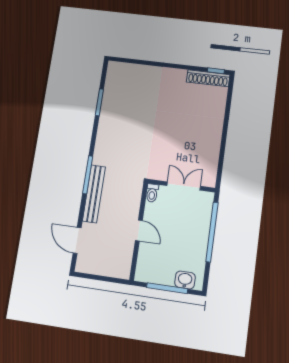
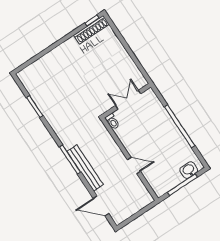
wall: (181, 186) -> (127, 101), moved
double door: (184, 186) -> (128, 100), moved
toilet: (152, 193) -> (112, 121), moved

